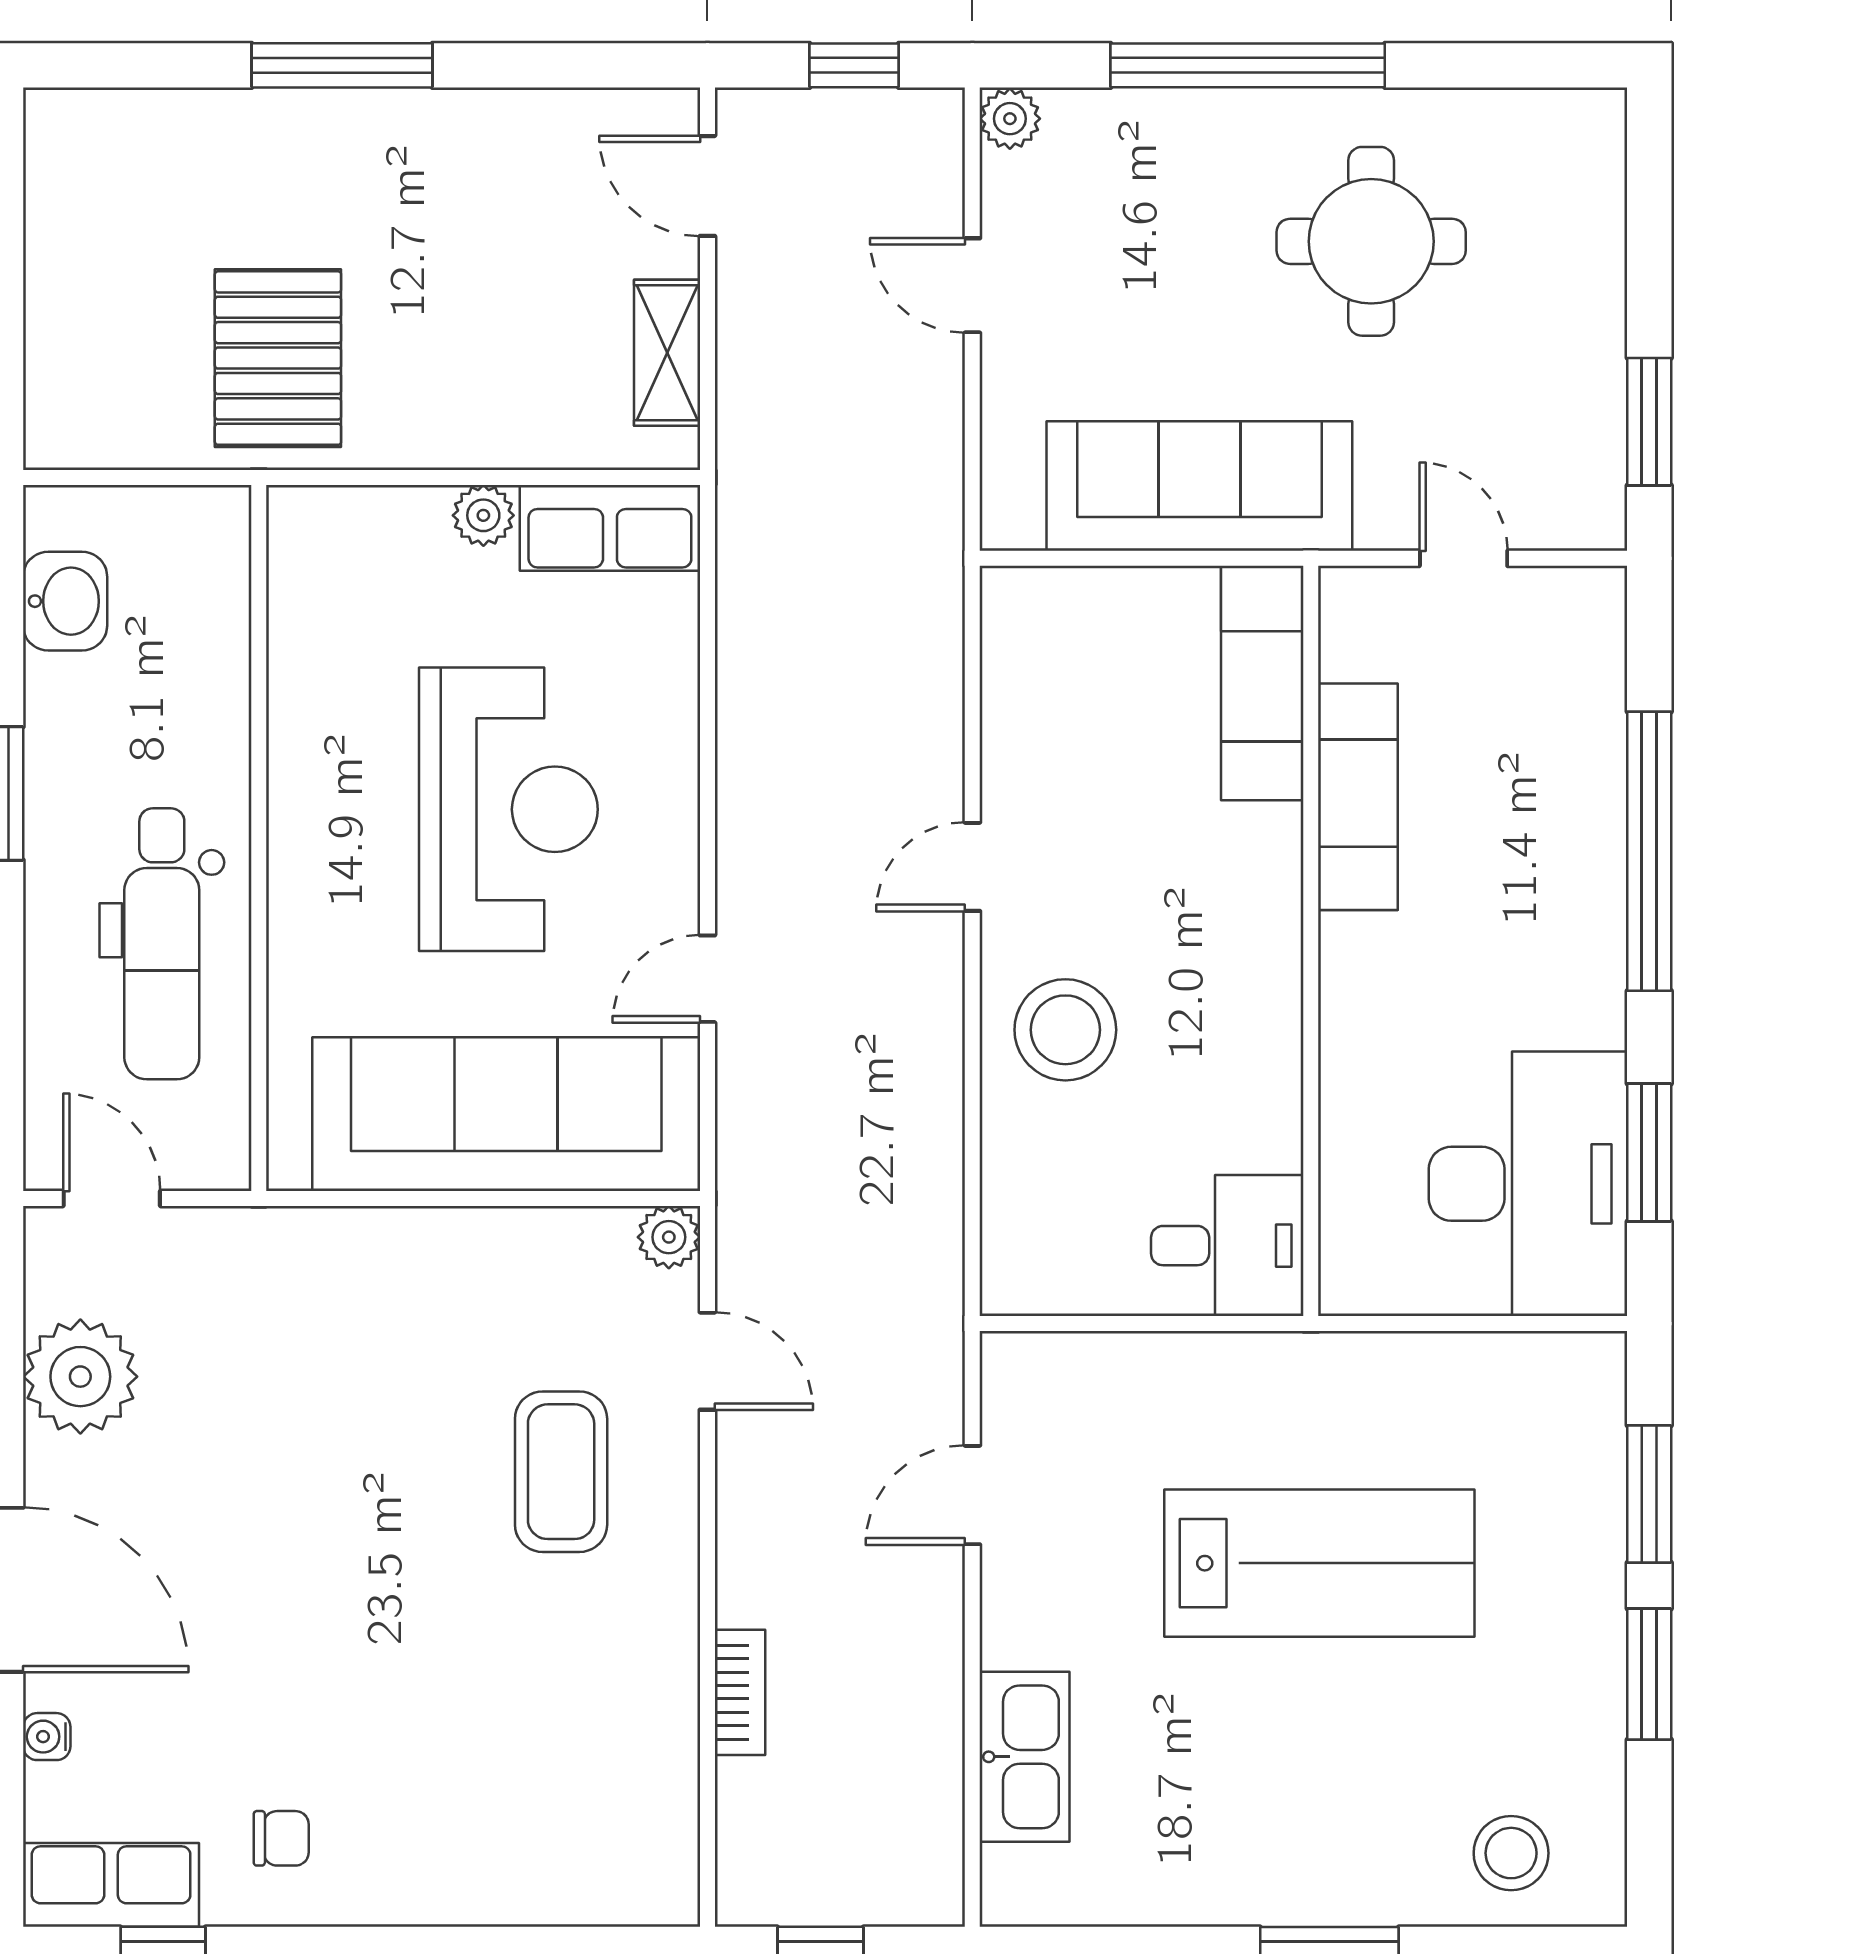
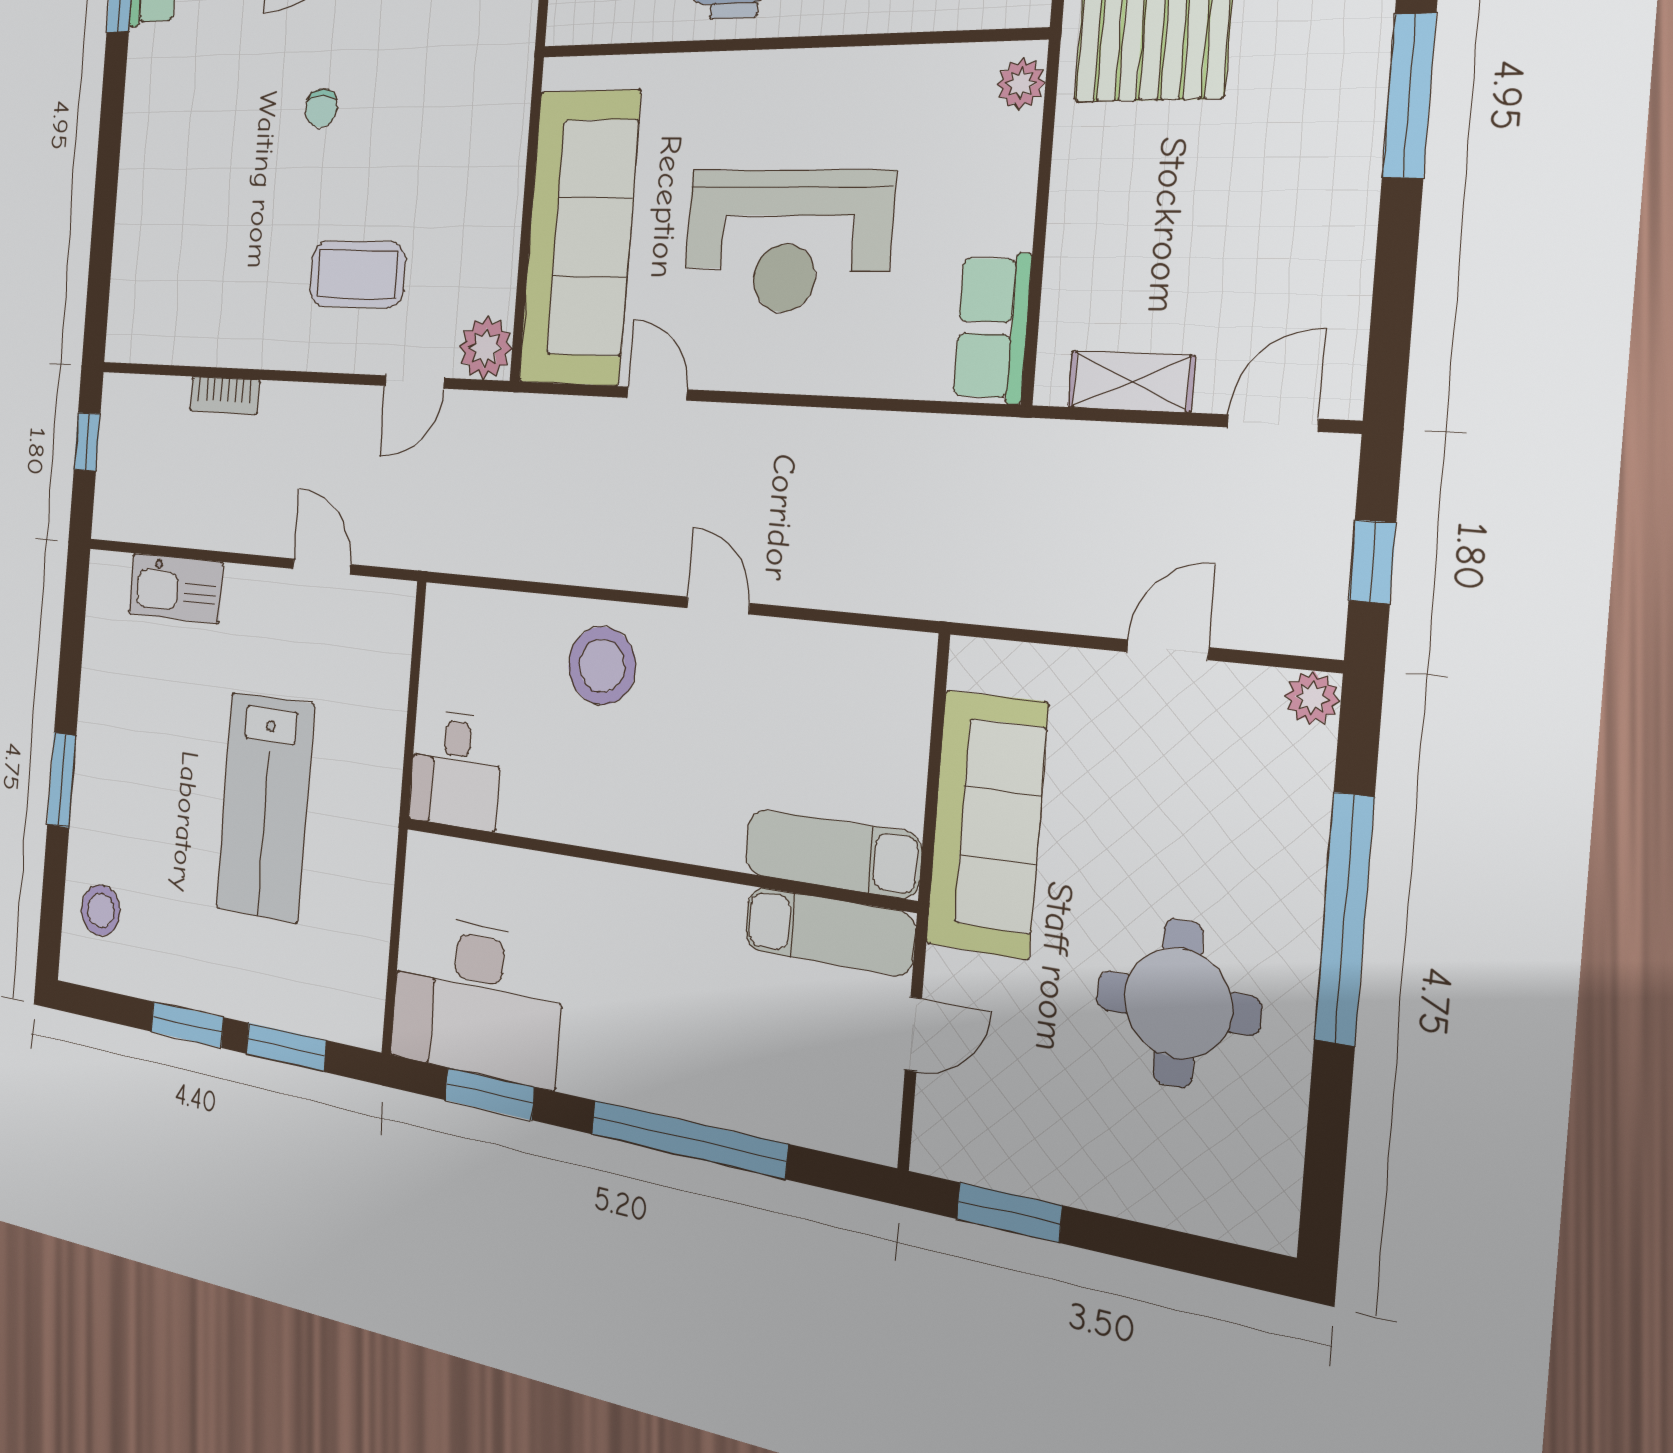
plant: (483, 515) -> (1021, 84), moved
exam couch: (1358, 797) -> (829, 931), moved
plant: (669, 1237) -> (485, 348), width x1.38, depth x1.38
chair: (281, 1838) -> (321, 108), moved

